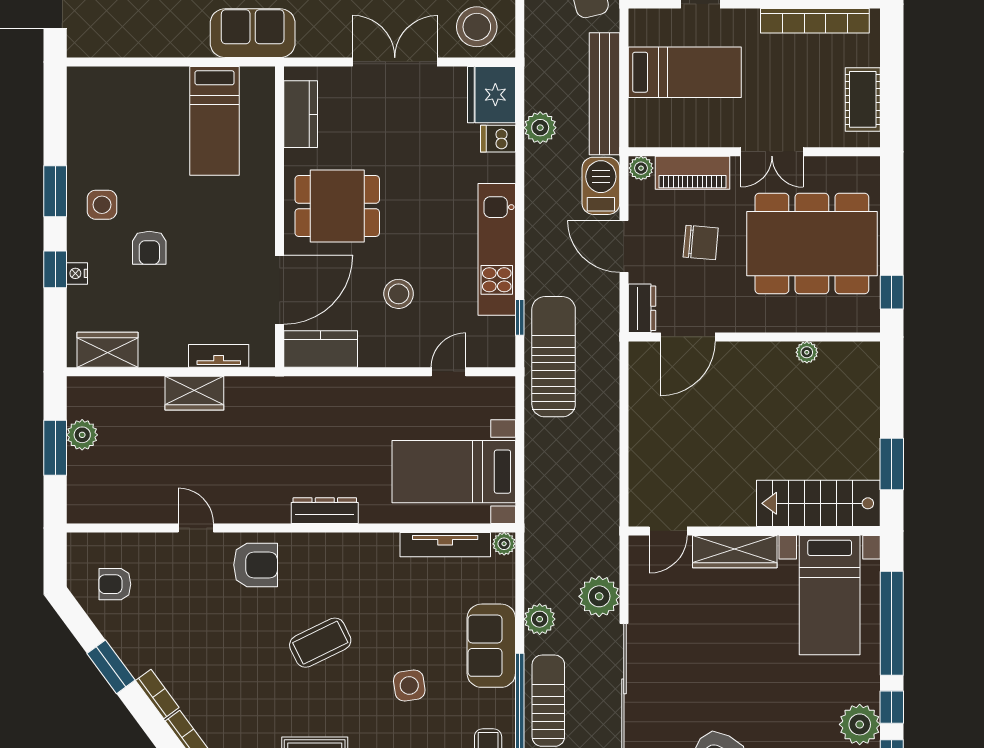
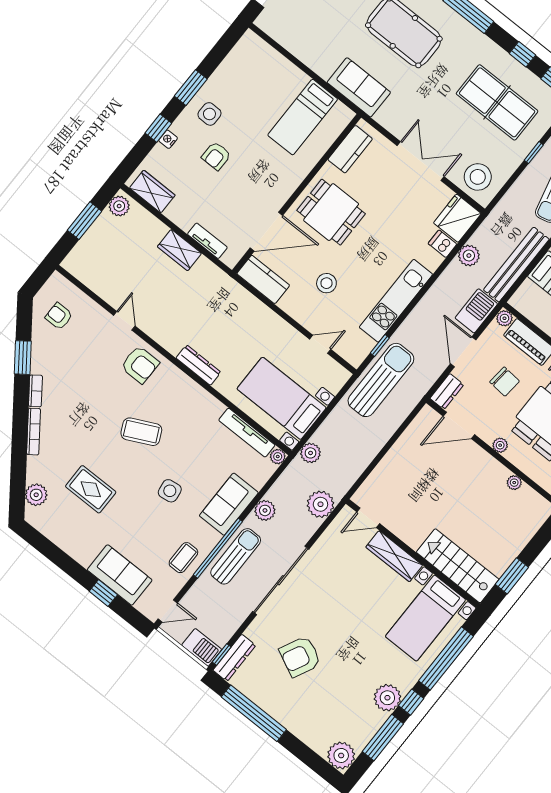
plant: (755, 321) -> (500, 445), added
plant: (82, 435) -> (119, 206), moved
plant: (539, 509) -> (311, 453), added
plant: (599, 596) -> (320, 504), moved

